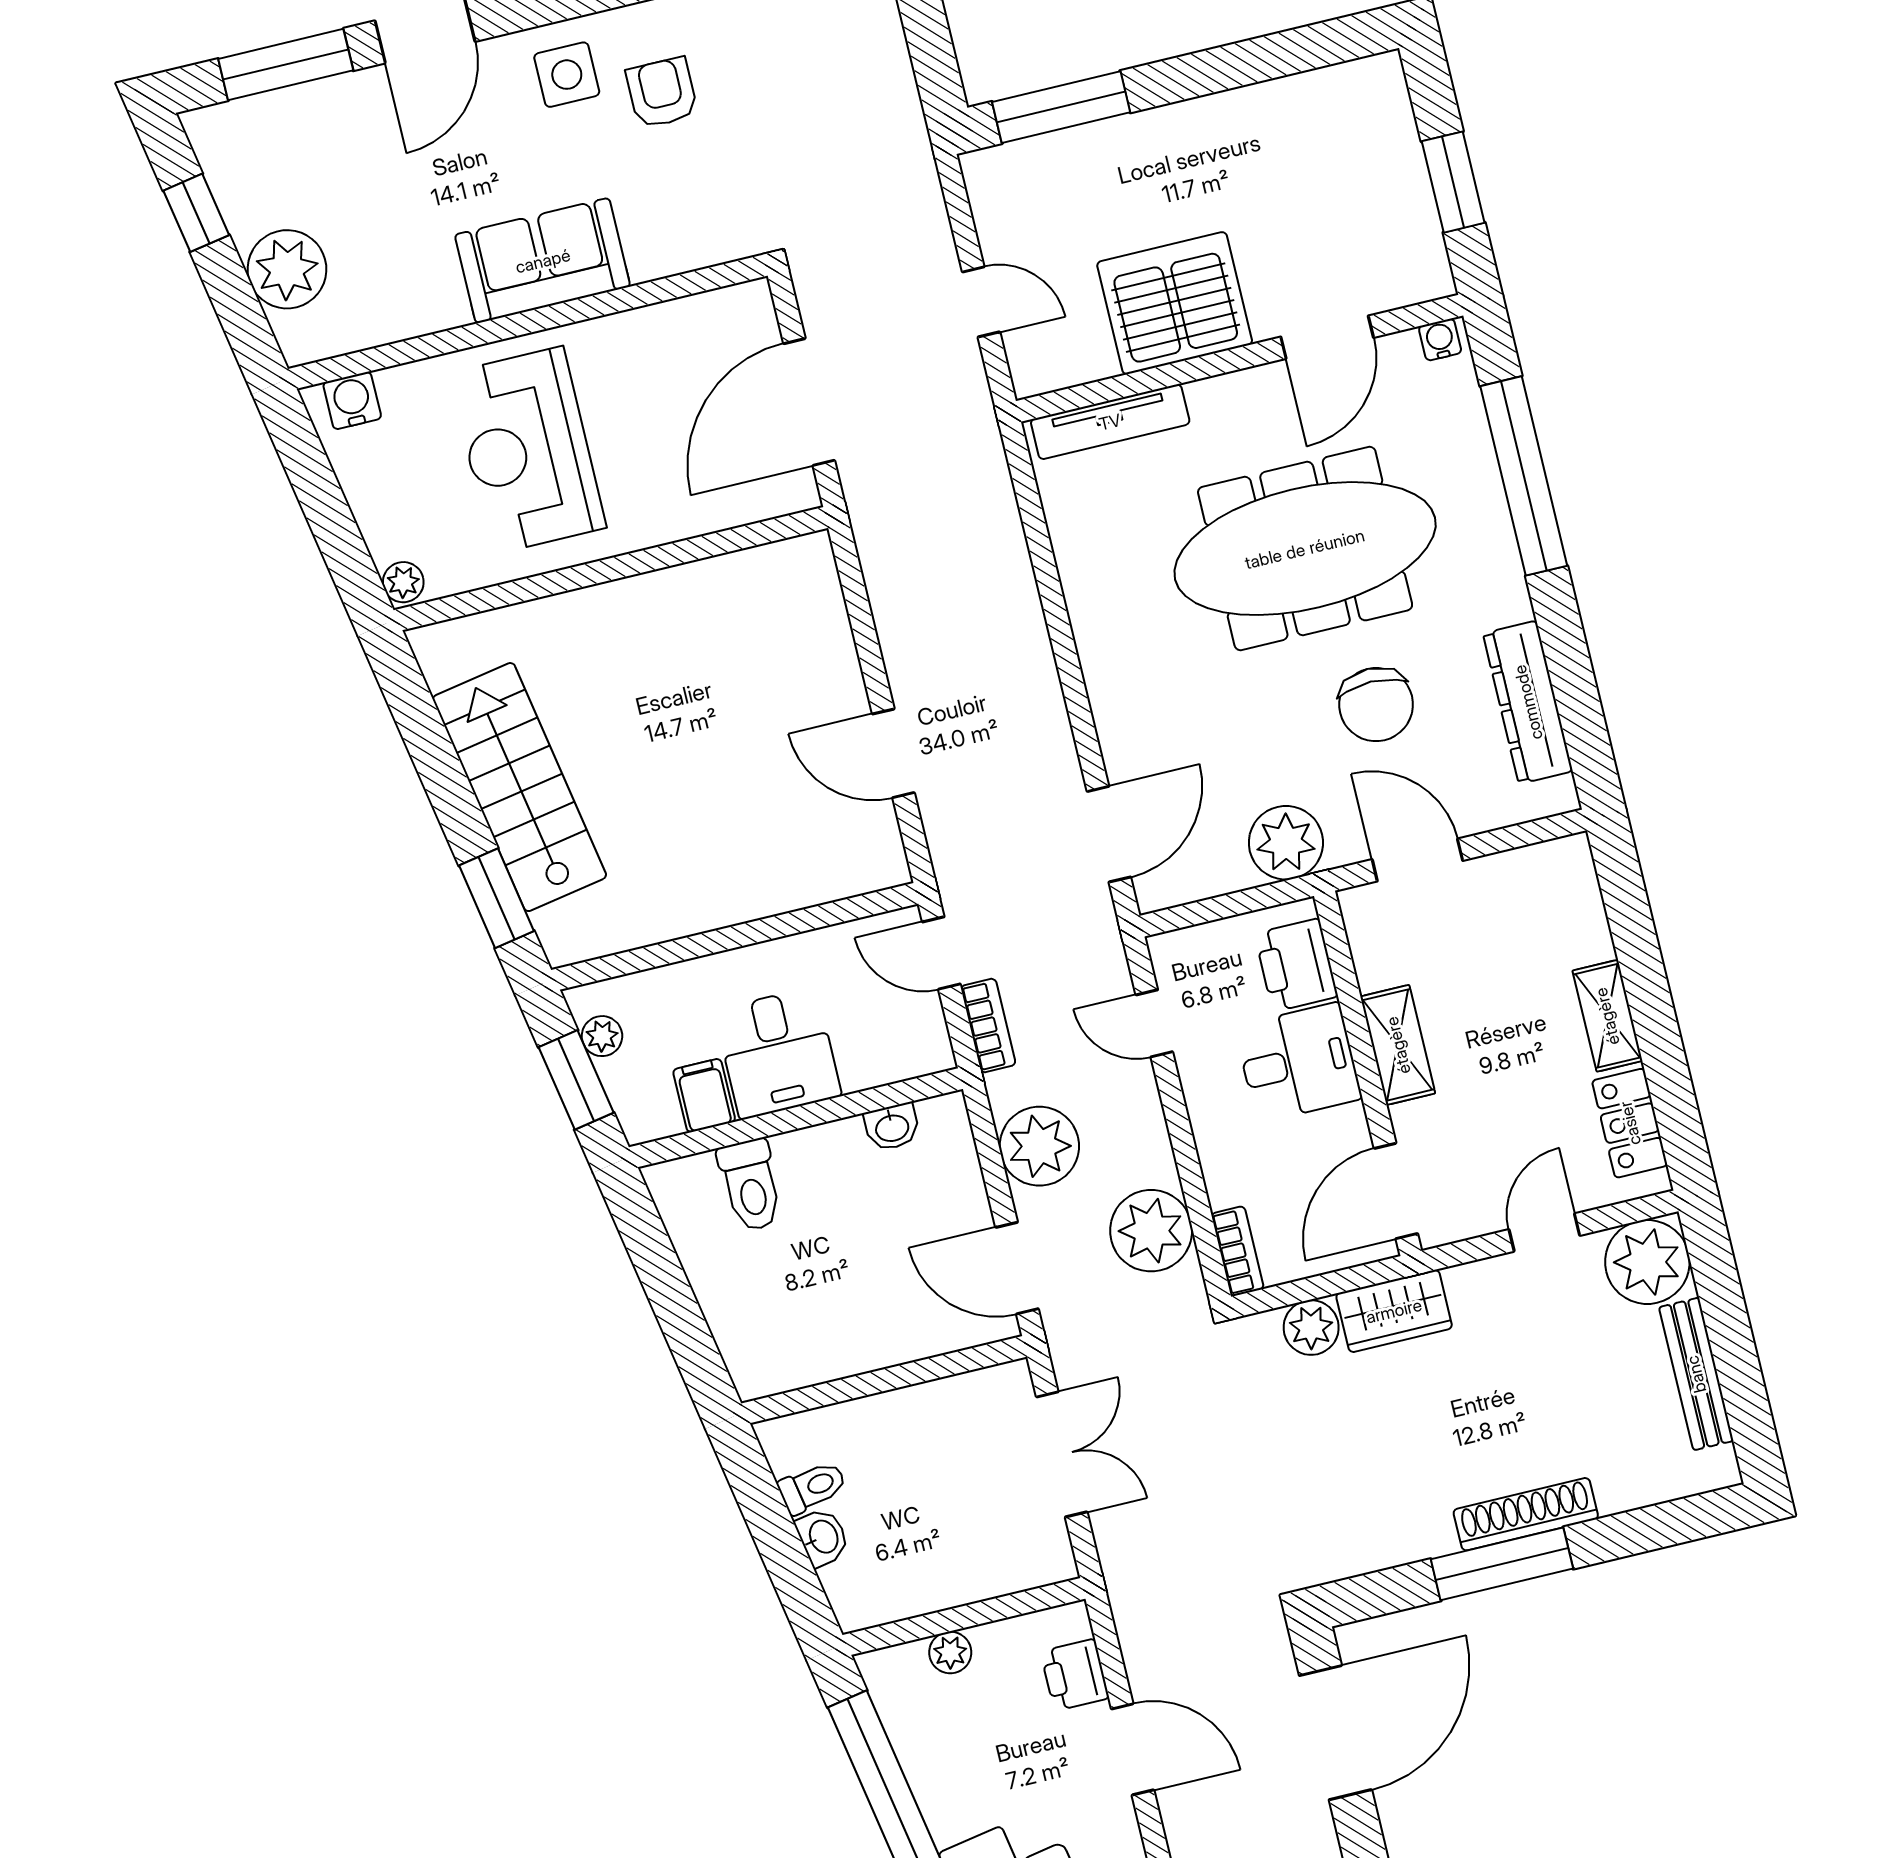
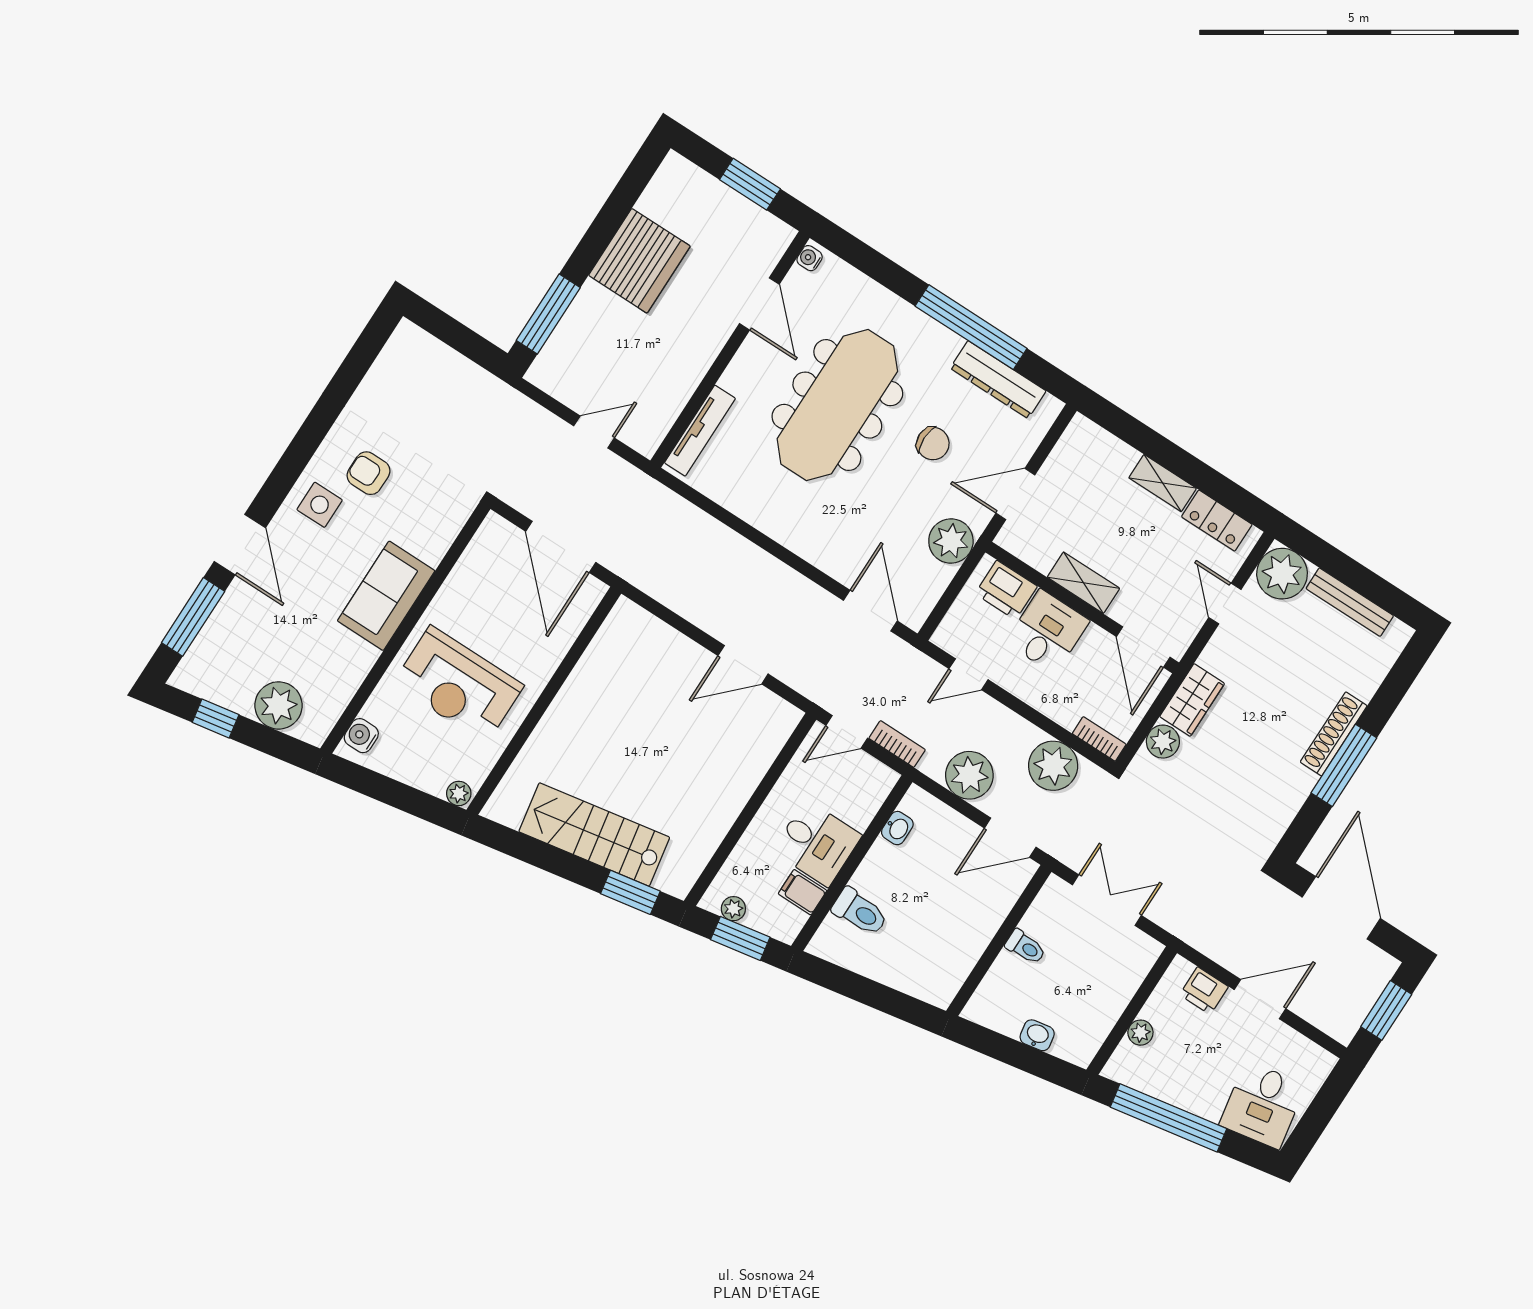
server rack: (1175, 303) -> (639, 261), moved, turned 180
window: (1524, 476) -> (971, 327), moved
chair: (1376, 705) -> (933, 444), width x0.73, depth x0.73
toilet: (812, 1487) -> (1025, 947), moved, turned 100

